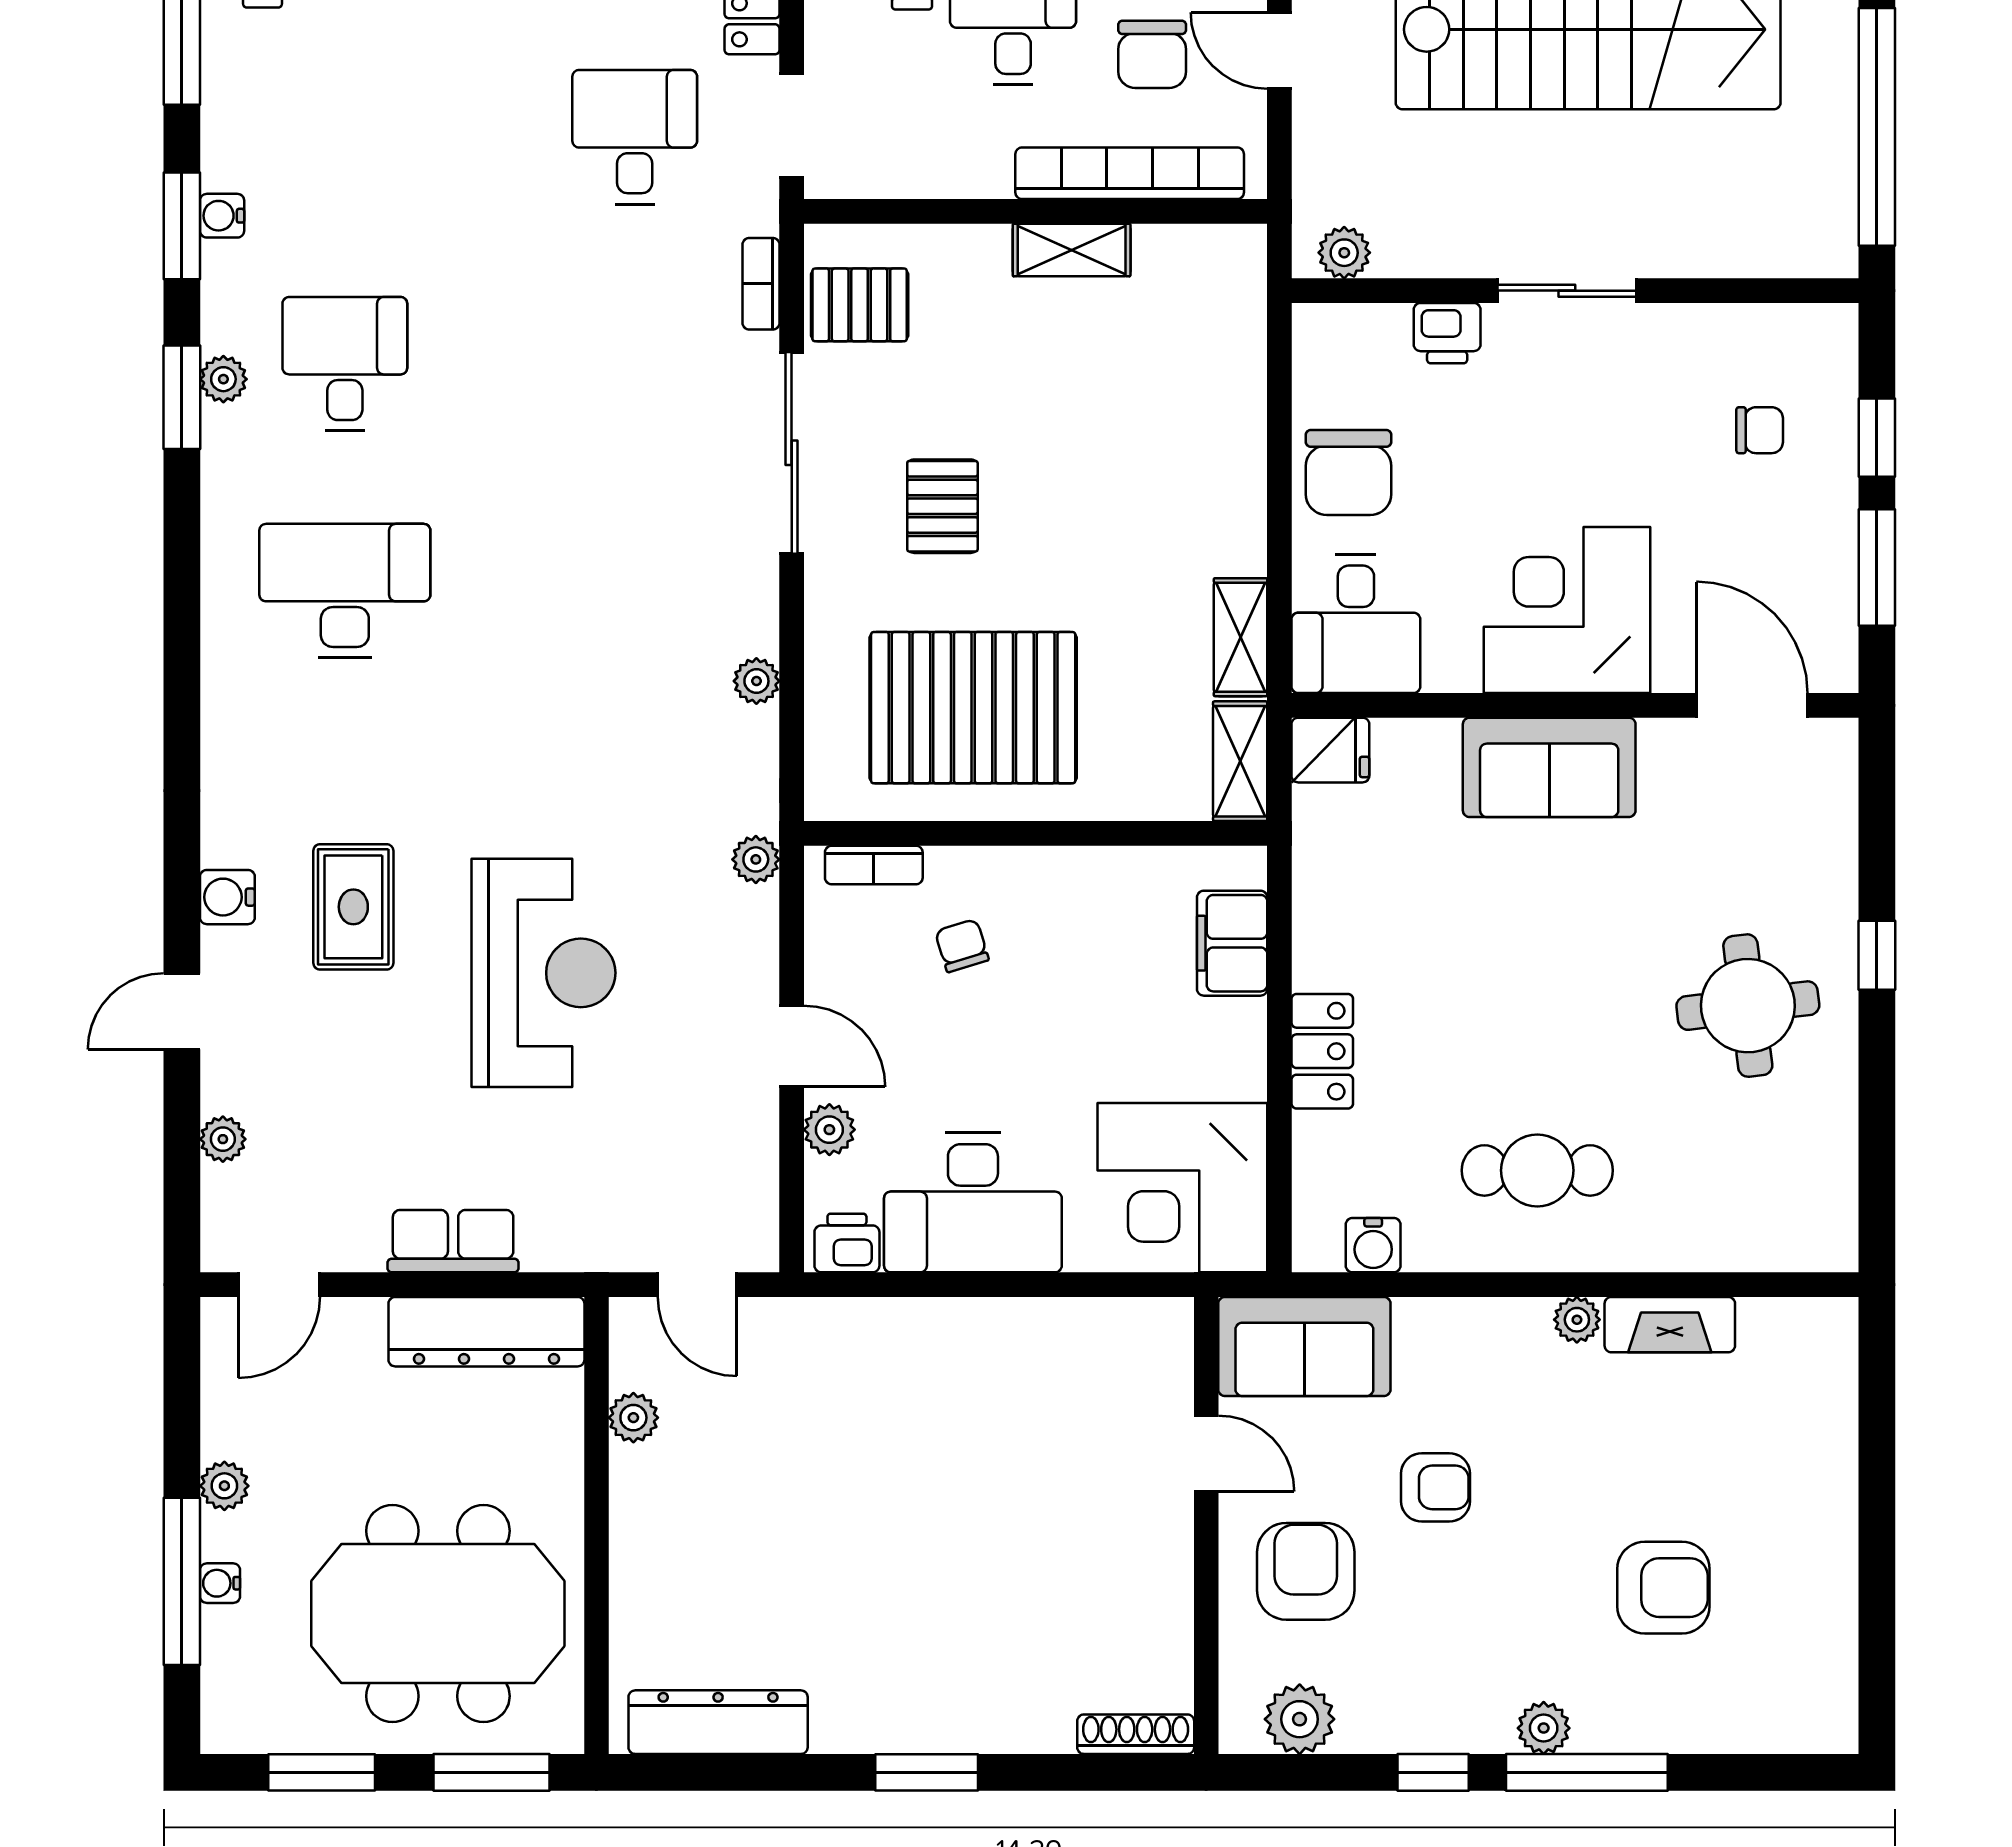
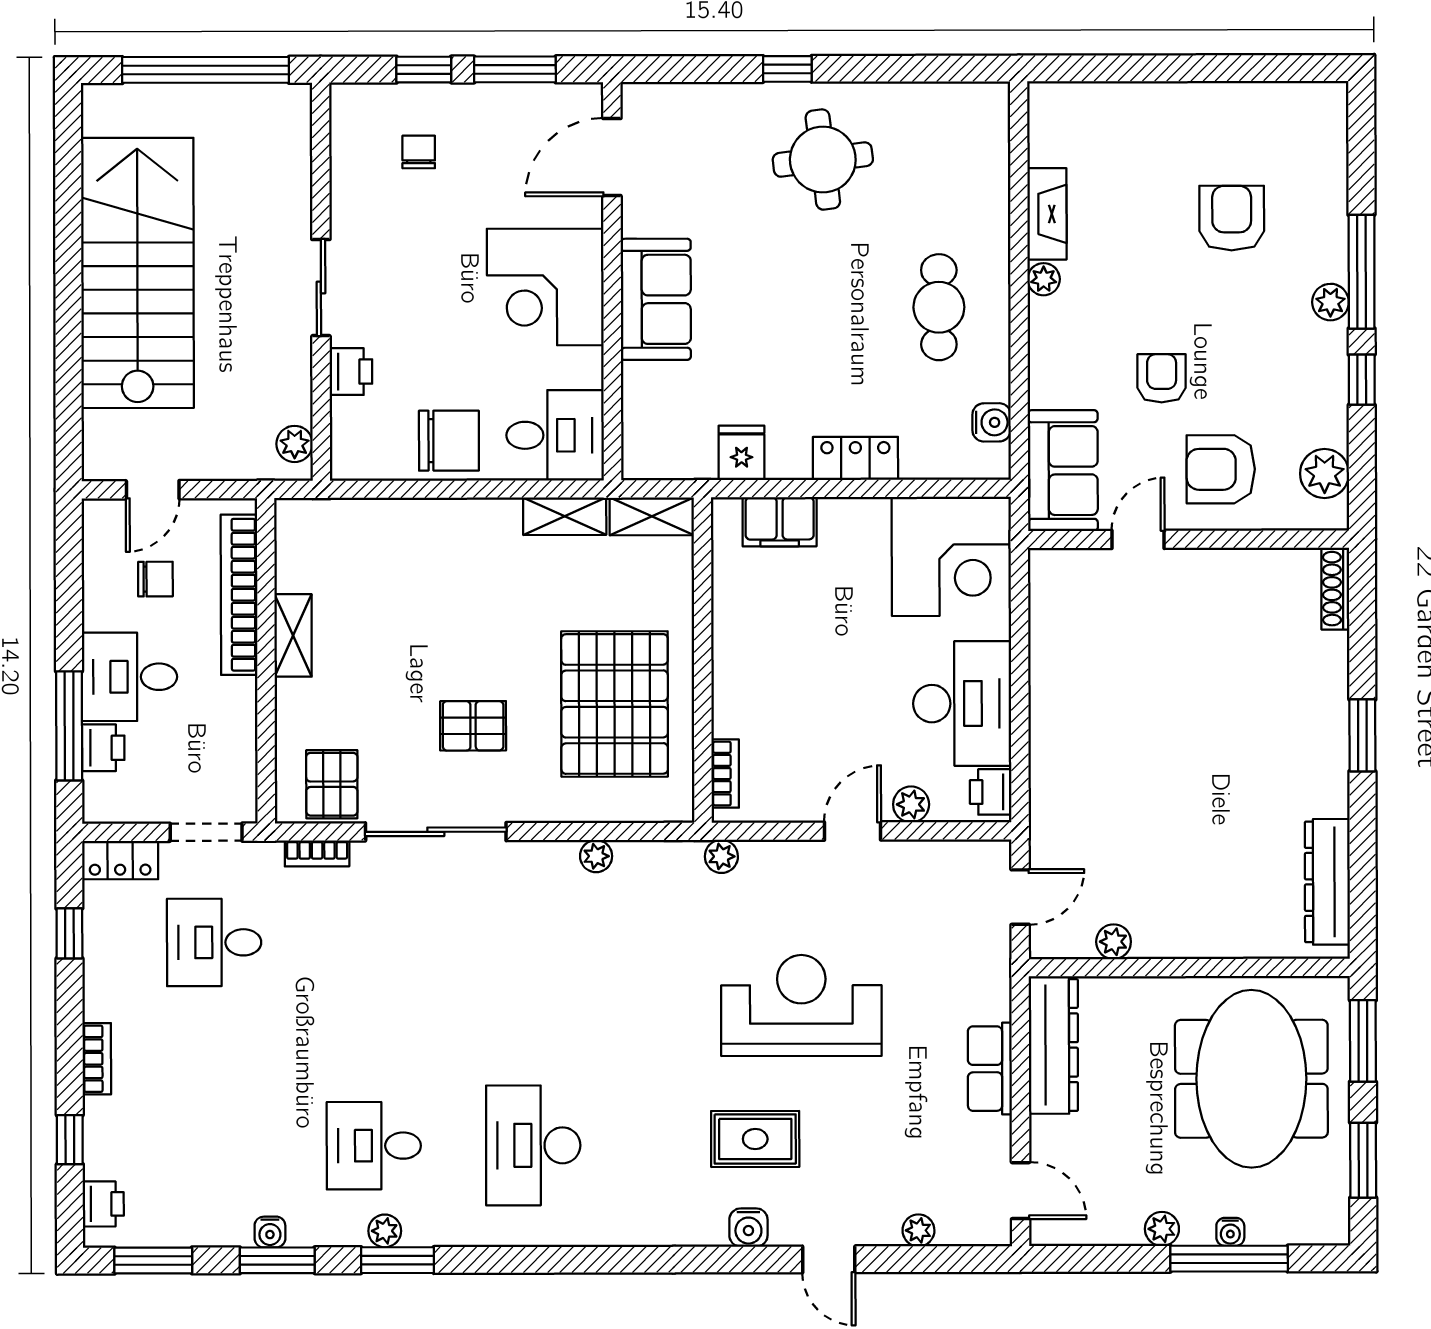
chair: (1152, 54) -> (155, 579), width x0.73, depth x0.73
fridge: (1330, 750) -> (741, 453), moved
chair: (962, 946) -> (782, 712), removed

